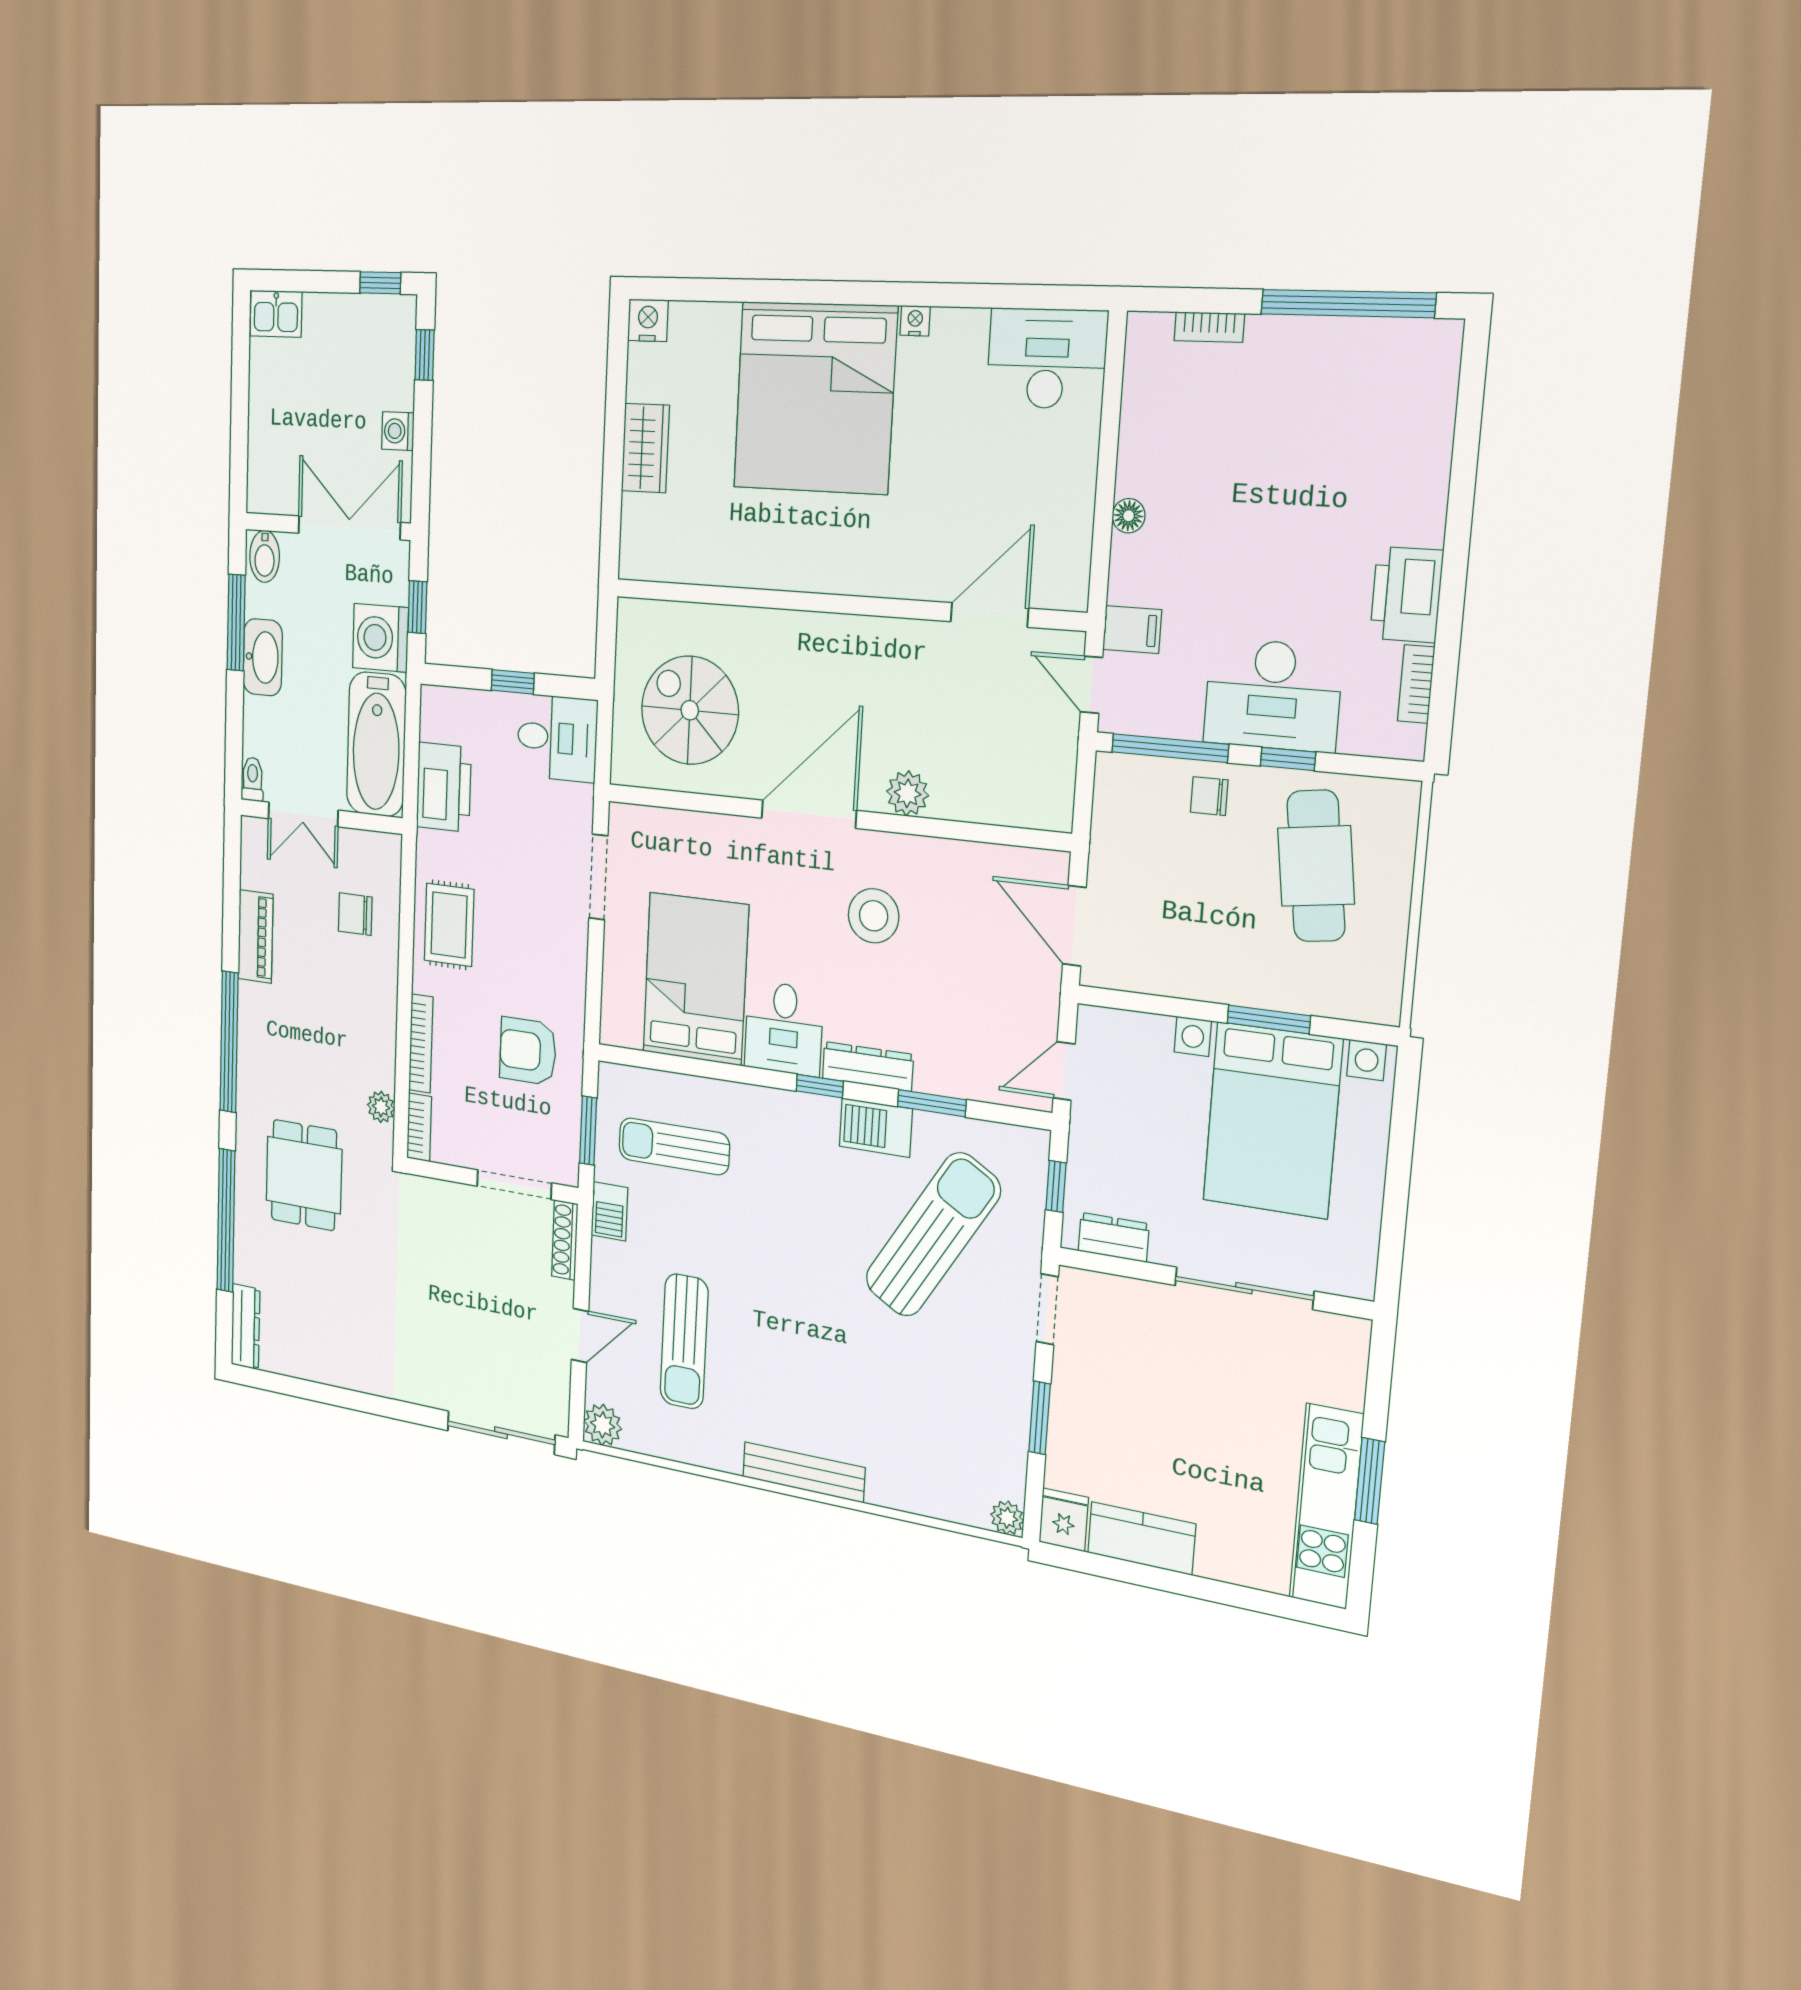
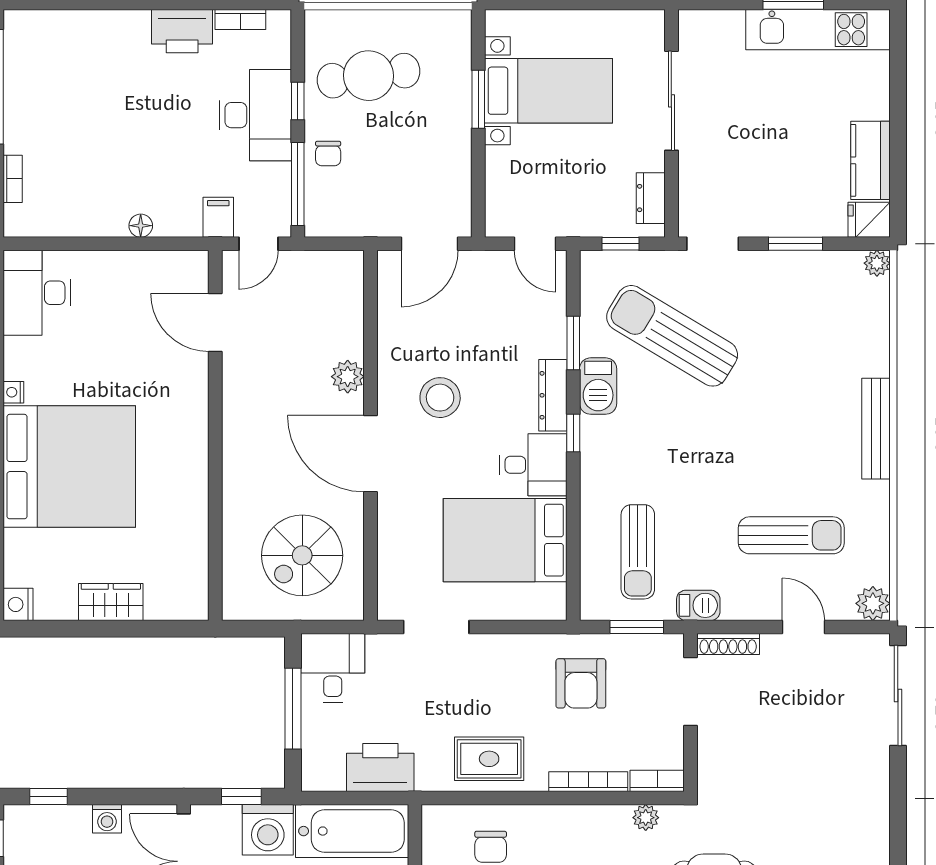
window: (513, 682) -> (293, 709), width x2.17
bed with nightstands: (1272, 1120) -> (549, 91), width x0.73

